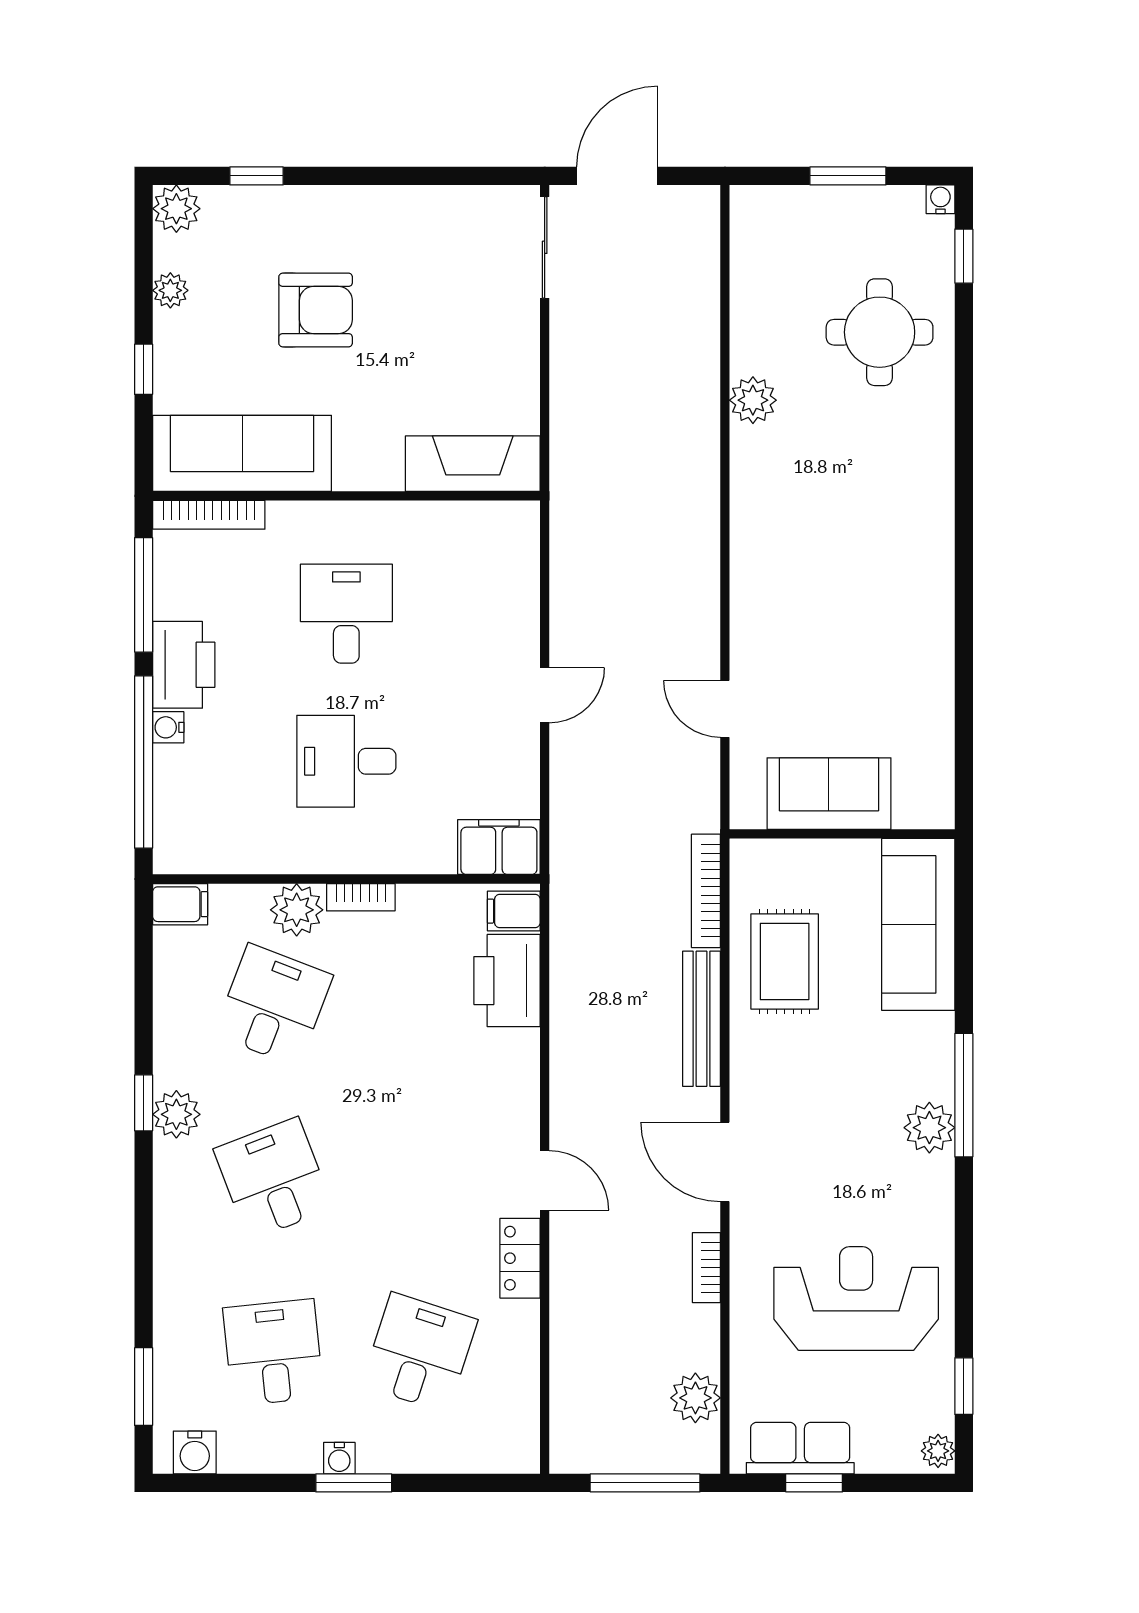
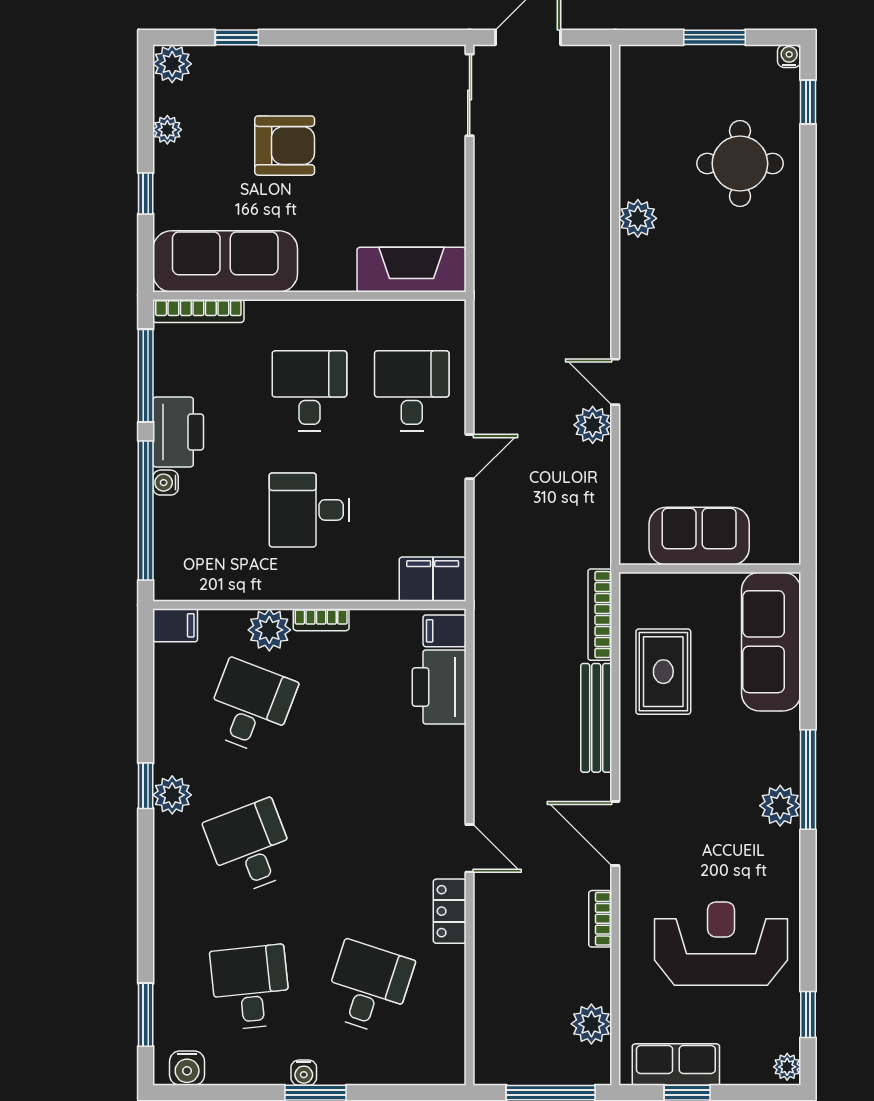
desk: (473, 614) -> (412, 391), added
plant: (697, 656) -> (593, 425), added
door: (725, 709) -> (615, 382), moved

